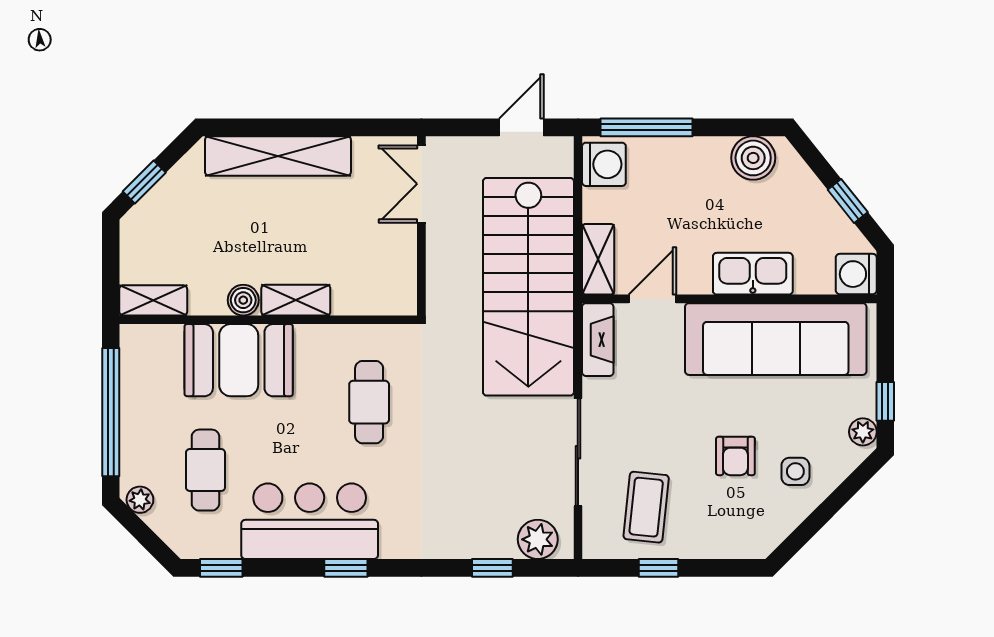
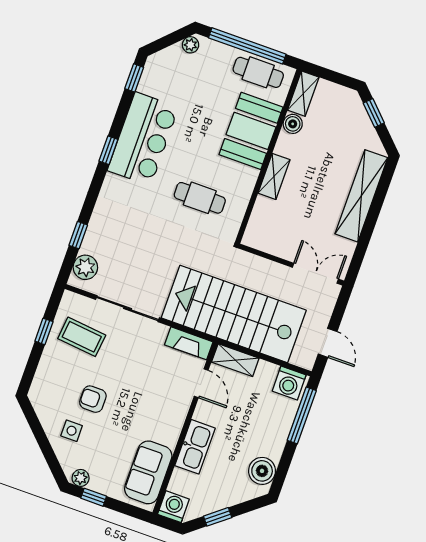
boiler: (243, 300) -> (293, 124), moved
sofa: (776, 339) -> (148, 472), width x0.54, depth x0.79
cafe table: (205, 470) -> (258, 72), moved

